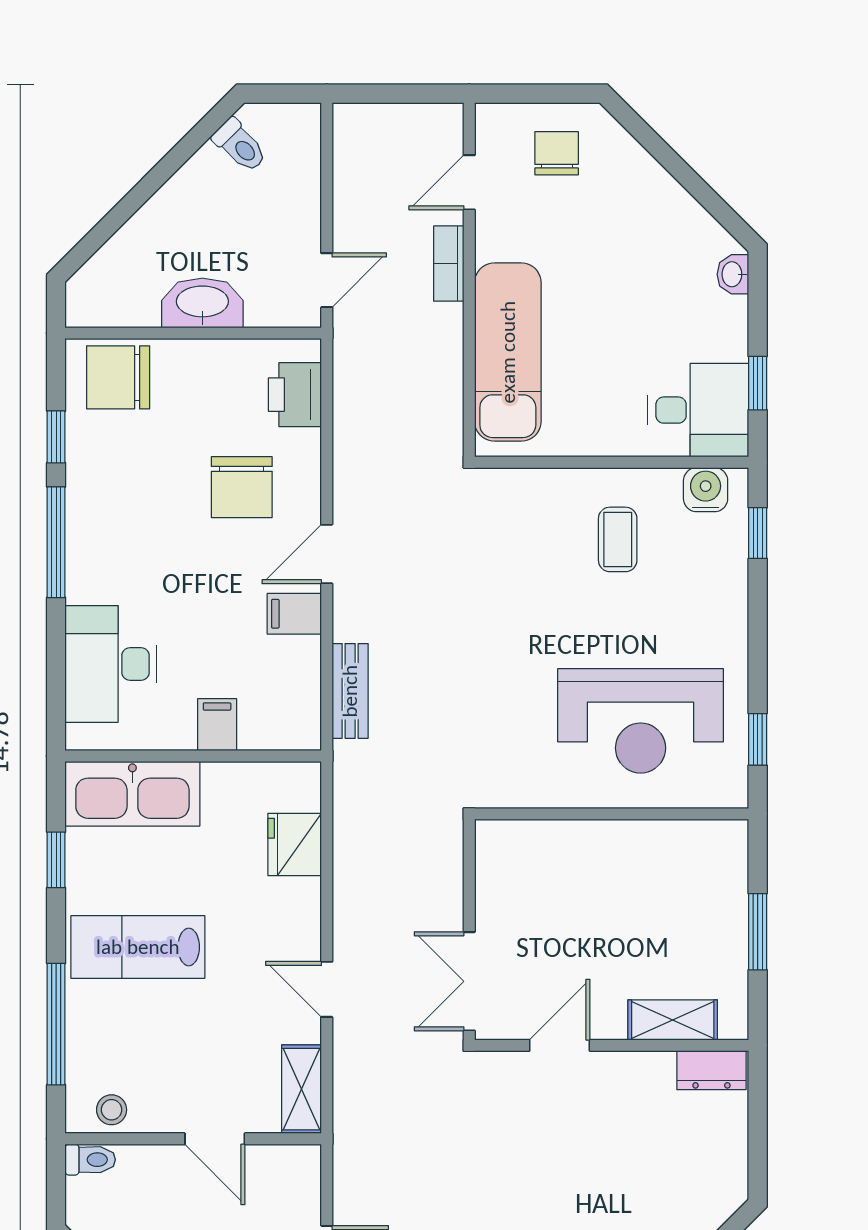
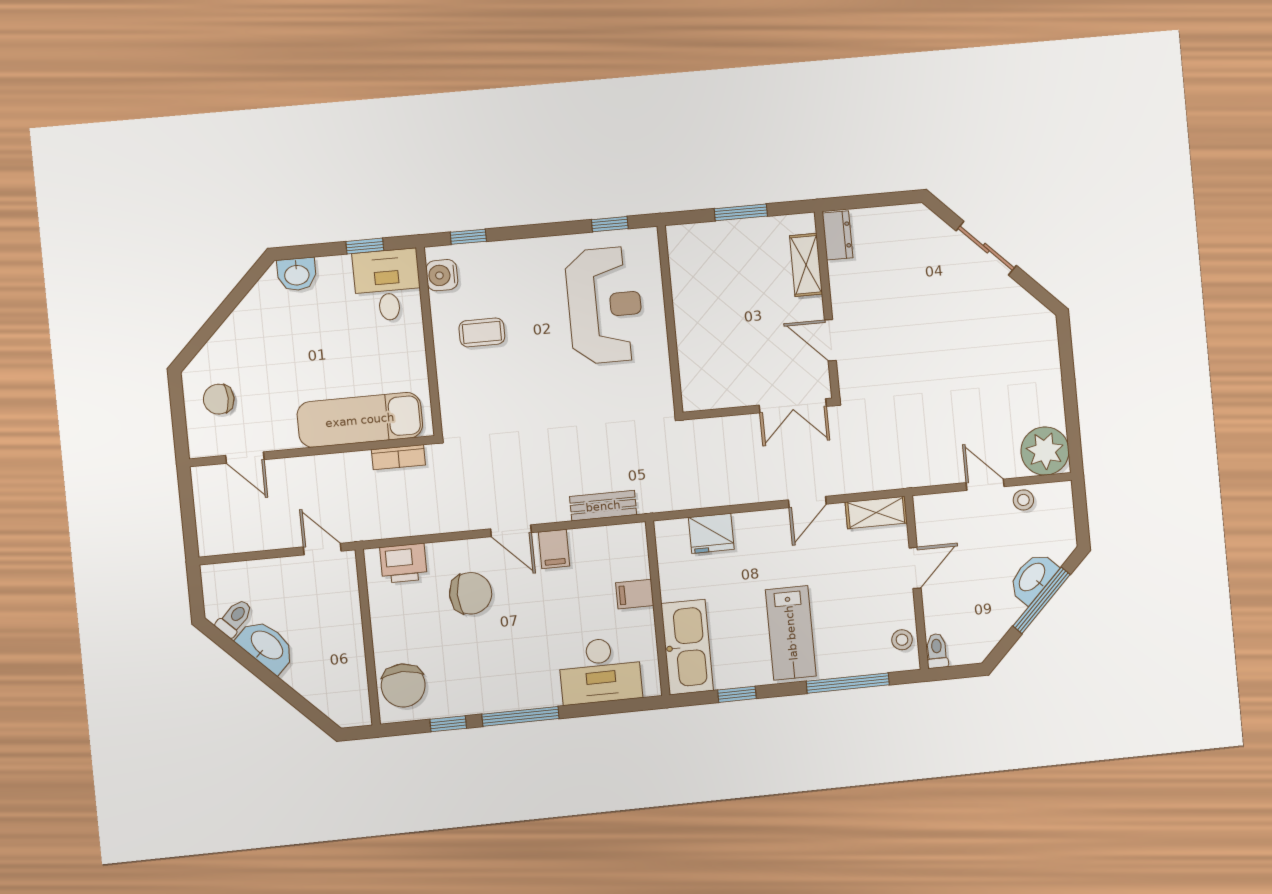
bookcase: (449, 264) -> (398, 457), moved
washbasin: (733, 274) -> (297, 274), width x1.38, depth x1.45
washbasin: (202, 303) -> (266, 646), moved, turned 135

